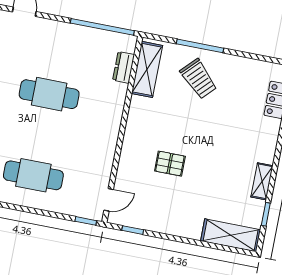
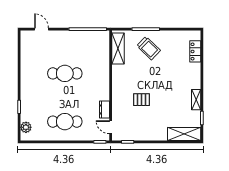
dresser: (124, 67) -> (104, 109), moved
door: (109, 200) -> (111, 127), swing flipped

